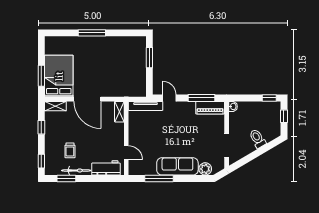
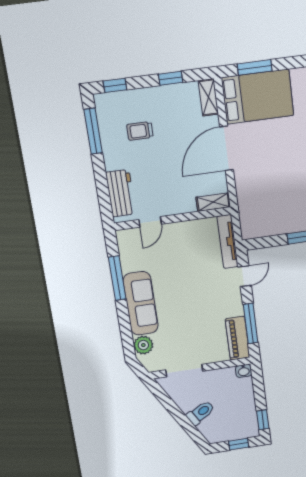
bicycle: (76, 170) -> (109, 146), removed
window: (66, 178) -> (93, 131), width x1.44

